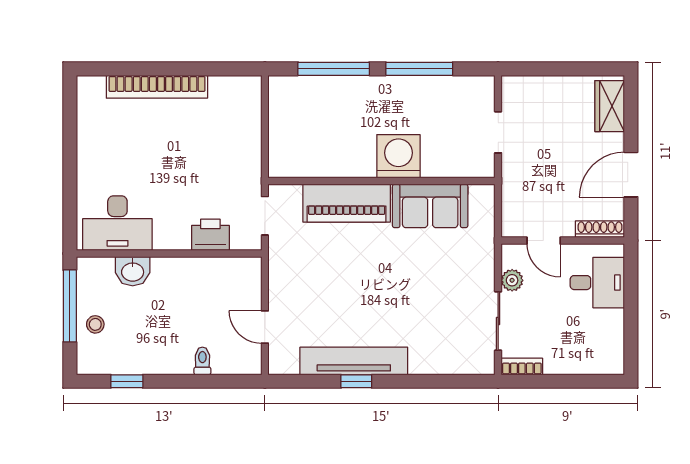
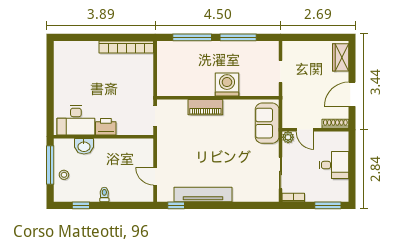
bookcase: (157, 87) -> (126, 47), moved
piano: (347, 203) -> (205, 107), width x0.73, depth x0.75
sofa: (430, 206) -> (267, 123), moved, turned 90
printer: (210, 235) -> (106, 127), moved
plant: (512, 280) -> (288, 137), moved
desk: (597, 283) -> (334, 165), moved
toilet: (202, 361) -> (104, 194), moved
window: (356, 381) -> (176, 205), moved
window: (586, 381) -> (328, 205), added

